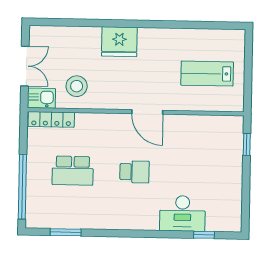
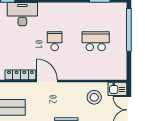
locker: (51, 119) -> (20, 75), moved
school desk: (134, 172) -> (55, 41), turned 90

